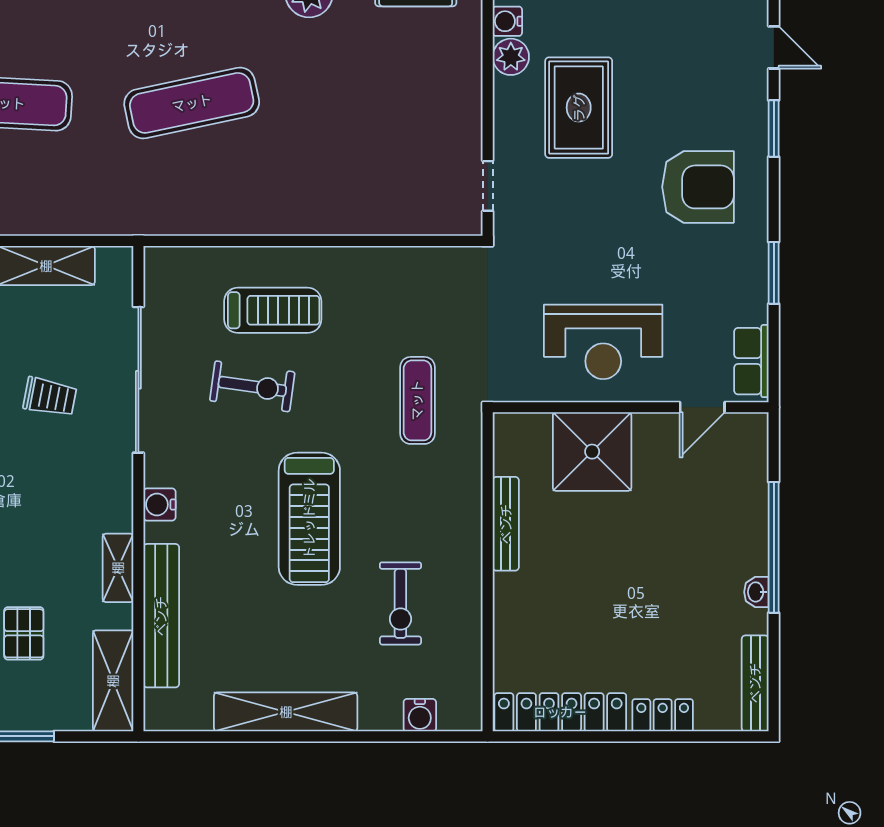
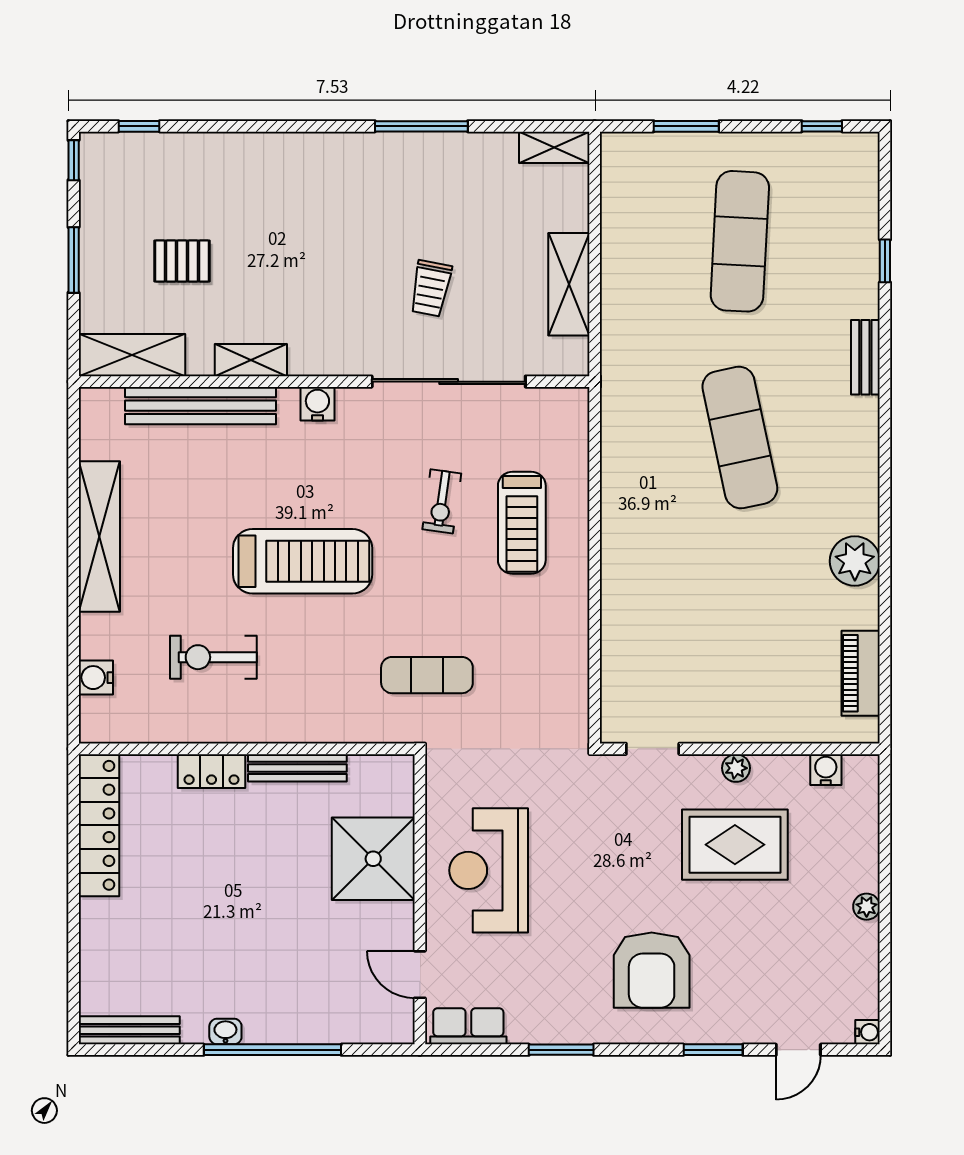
plant: (511, 57) -> (736, 768), moved, width x0.73, depth x0.73
exercise bike: (252, 386) -> (442, 501), width x0.73, depth x0.72
treadmill: (309, 519) -> (303, 561), turned 180
locker: (663, 715) -> (212, 771), moved, turned 90

